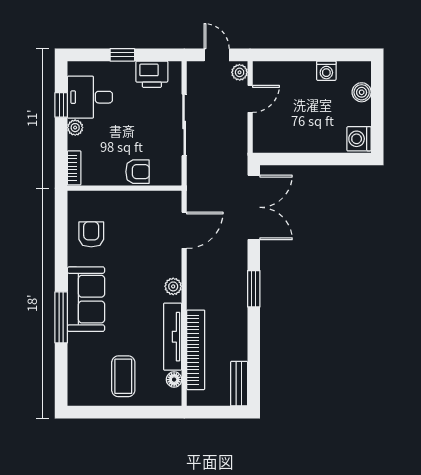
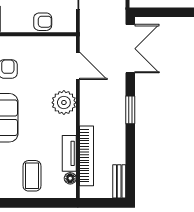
door: (184, 230) -> (78, 66), hinge flipped
plant: (173, 286) -> (64, 103), width x1.87, depth x1.87
tv unit: (173, 337) -> (69, 153), width x0.71

